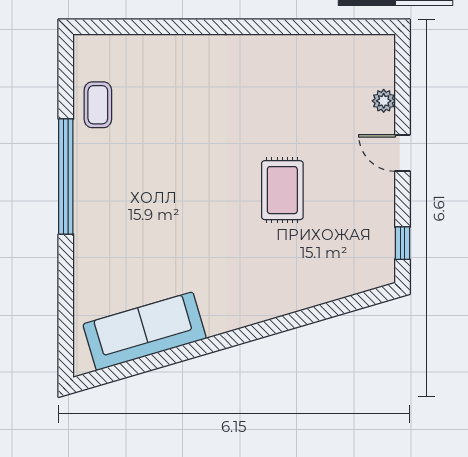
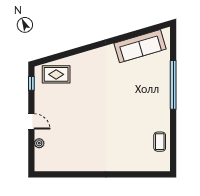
window: (66, 177) -> (173, 85), moved
rug: (282, 190) -> (56, 74), moved, turned 90

